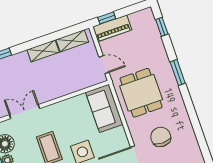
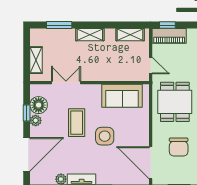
shelving: (43, 51) -> (90, 35), moved
sofa: (104, 108) -> (122, 96), moved, turned -90
chair: (161, 137) -> (179, 147), turned 180

